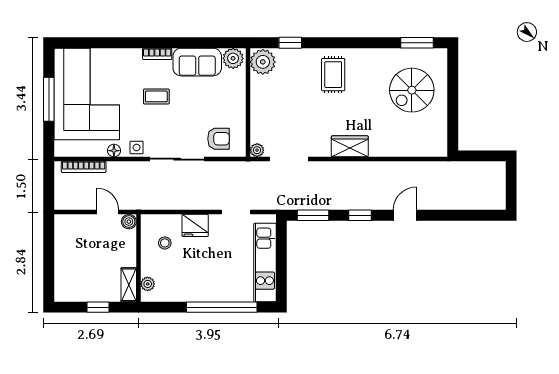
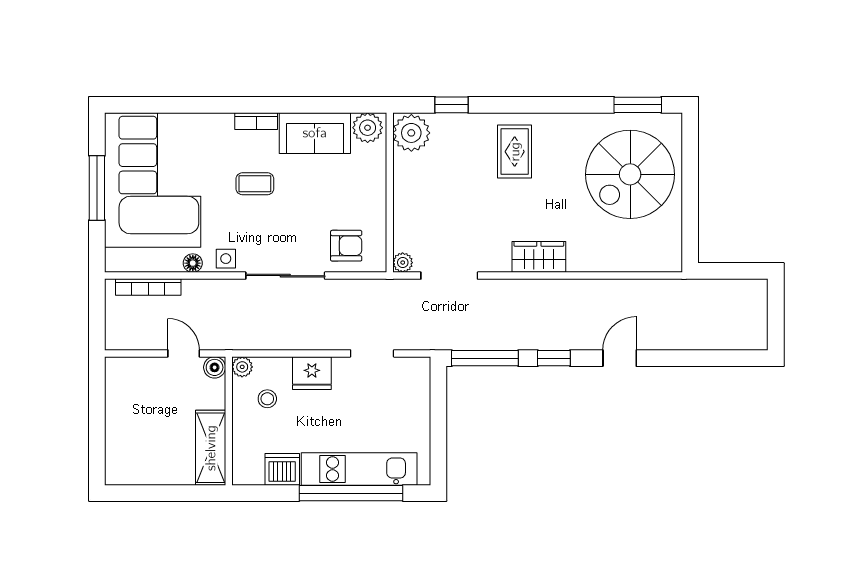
spiral stairs: (412, 90) -> (630, 174), width x1.37, depth x1.37
window: (313, 215) -> (485, 358), width x1.44
kitchen unit: (265, 263) -> (359, 469), moved, turned 90
plant: (148, 284) -> (242, 367), moved
shelving: (129, 285) -> (211, 448), width x1.50, depth x1.33
dishwasher: (175, 291) -> (282, 469), added
window: (98, 307) -> (169, 493), removed

